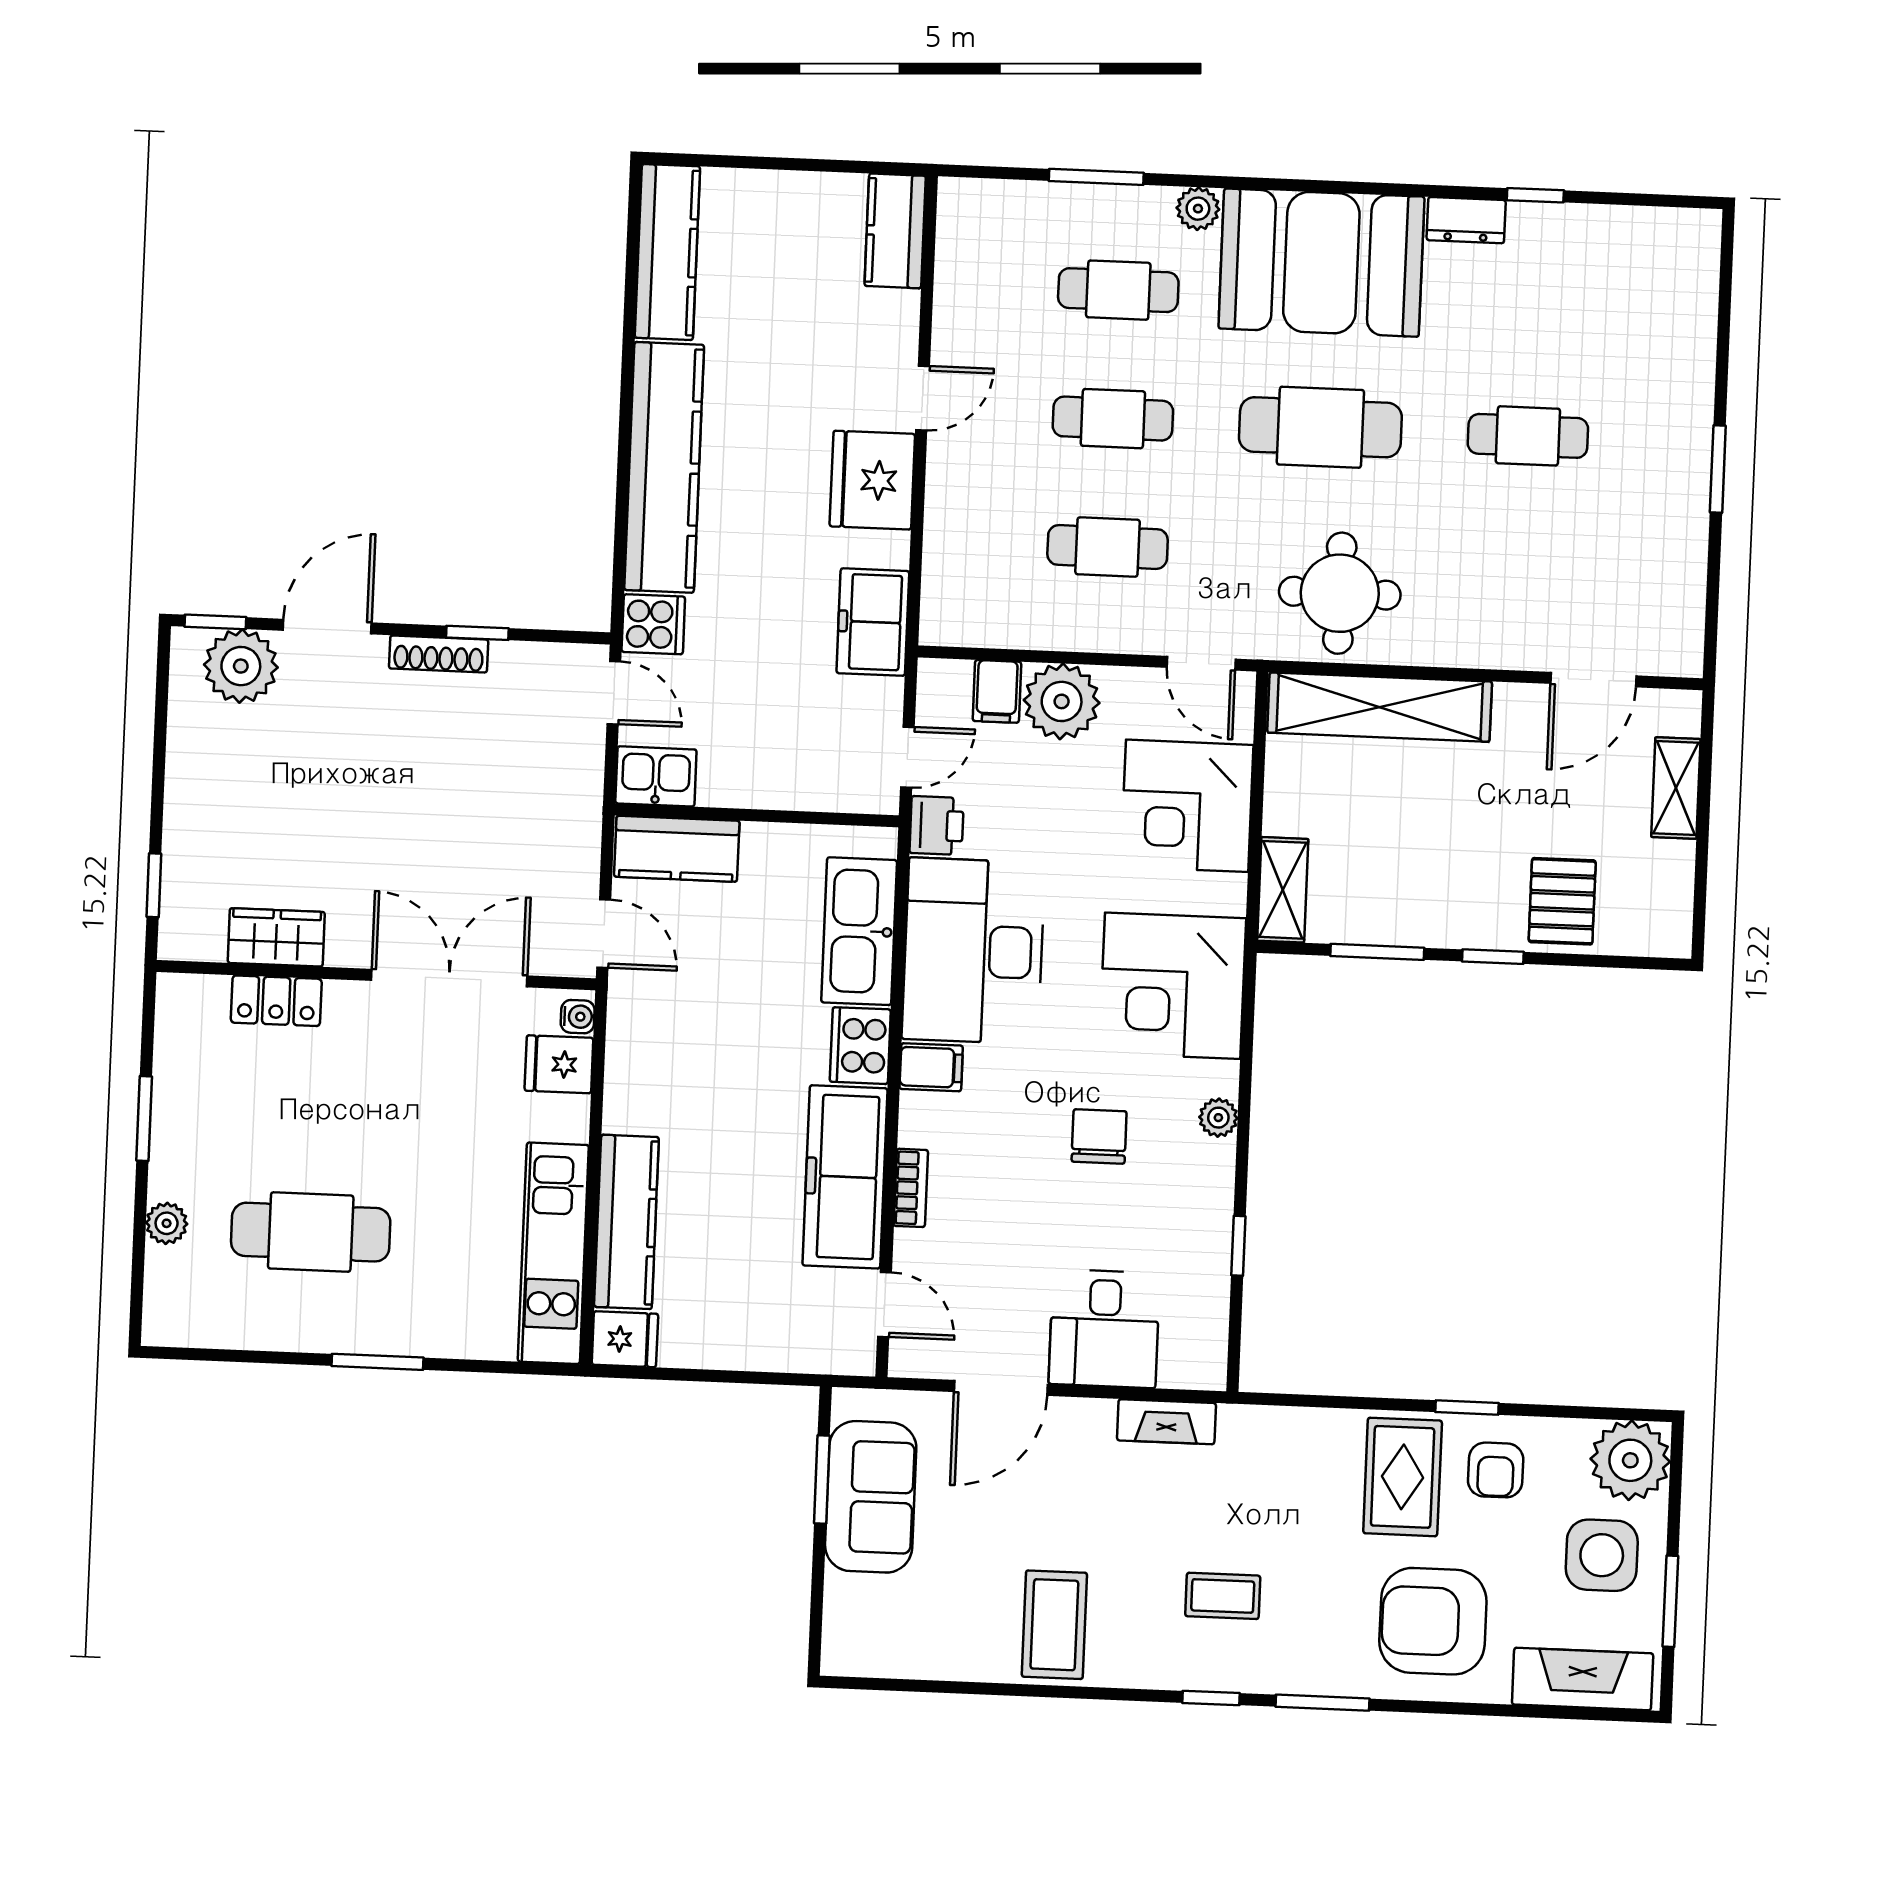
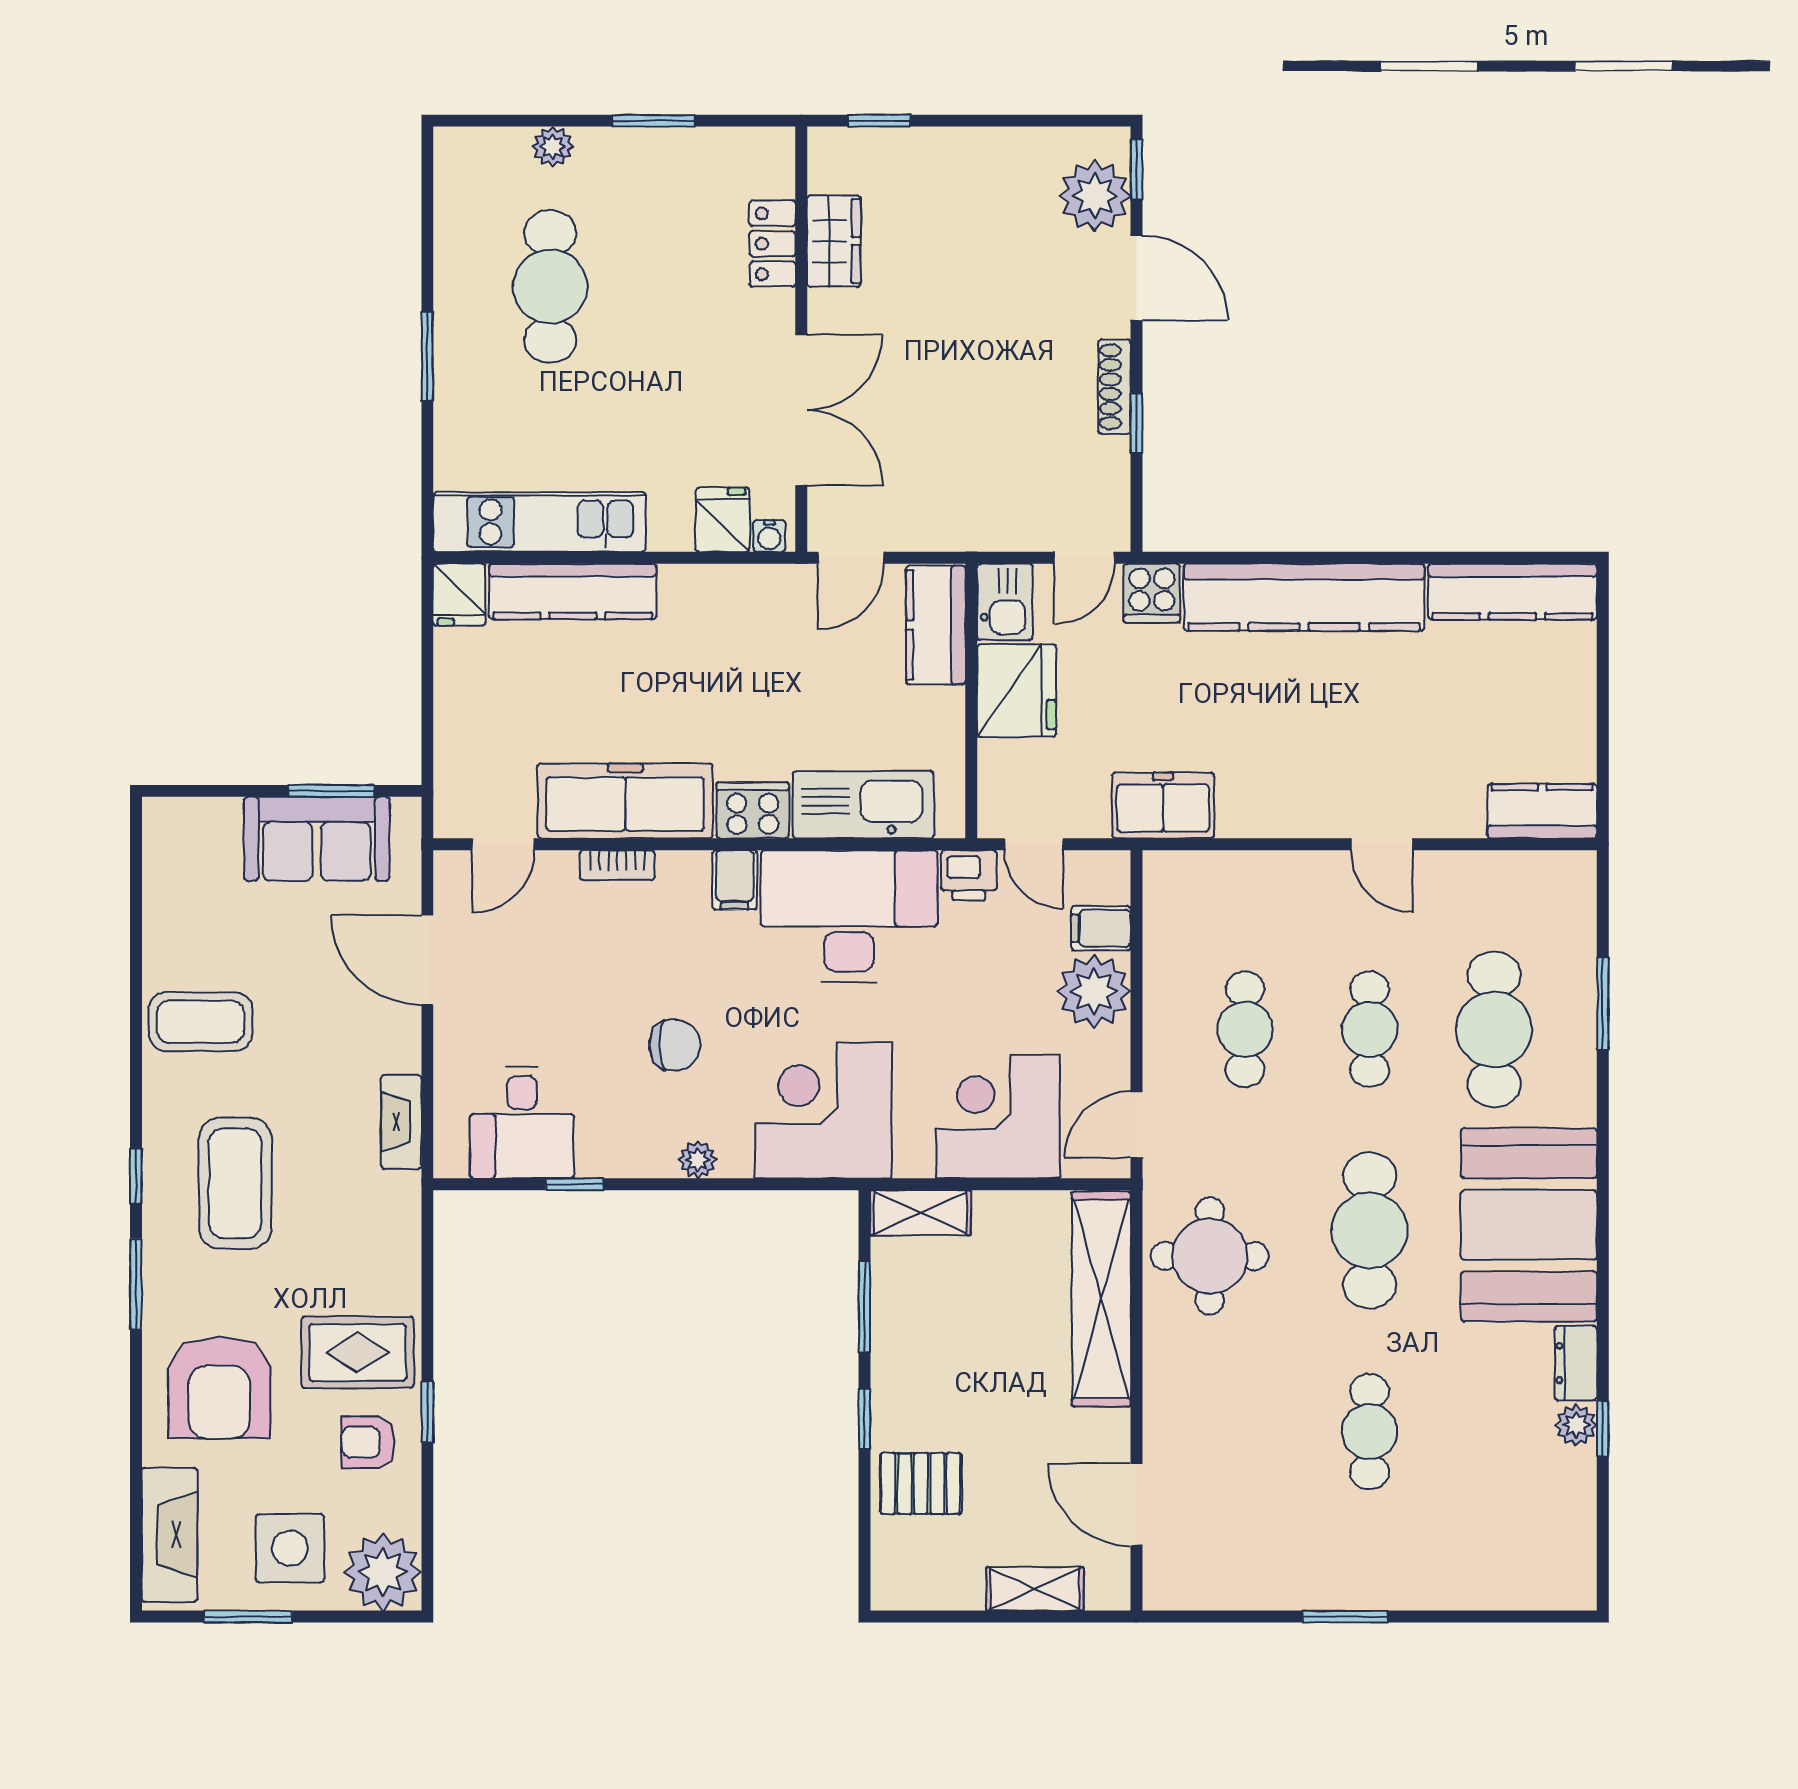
plant: (1198, 209) -> (1576, 1425), moved
cafe table: (1118, 290) -> (1494, 1029), width x1.37, depth x1.35
fridge: (872, 480) -> (1016, 690), moved, turned 90
desk: (1104, 1329) -> (522, 1123), moved, turned -90
coffee table: (1223, 1596) -> (235, 1183), width x1.86, depth x1.72
armchair: (1433, 1621) -> (219, 1388), turned 180

